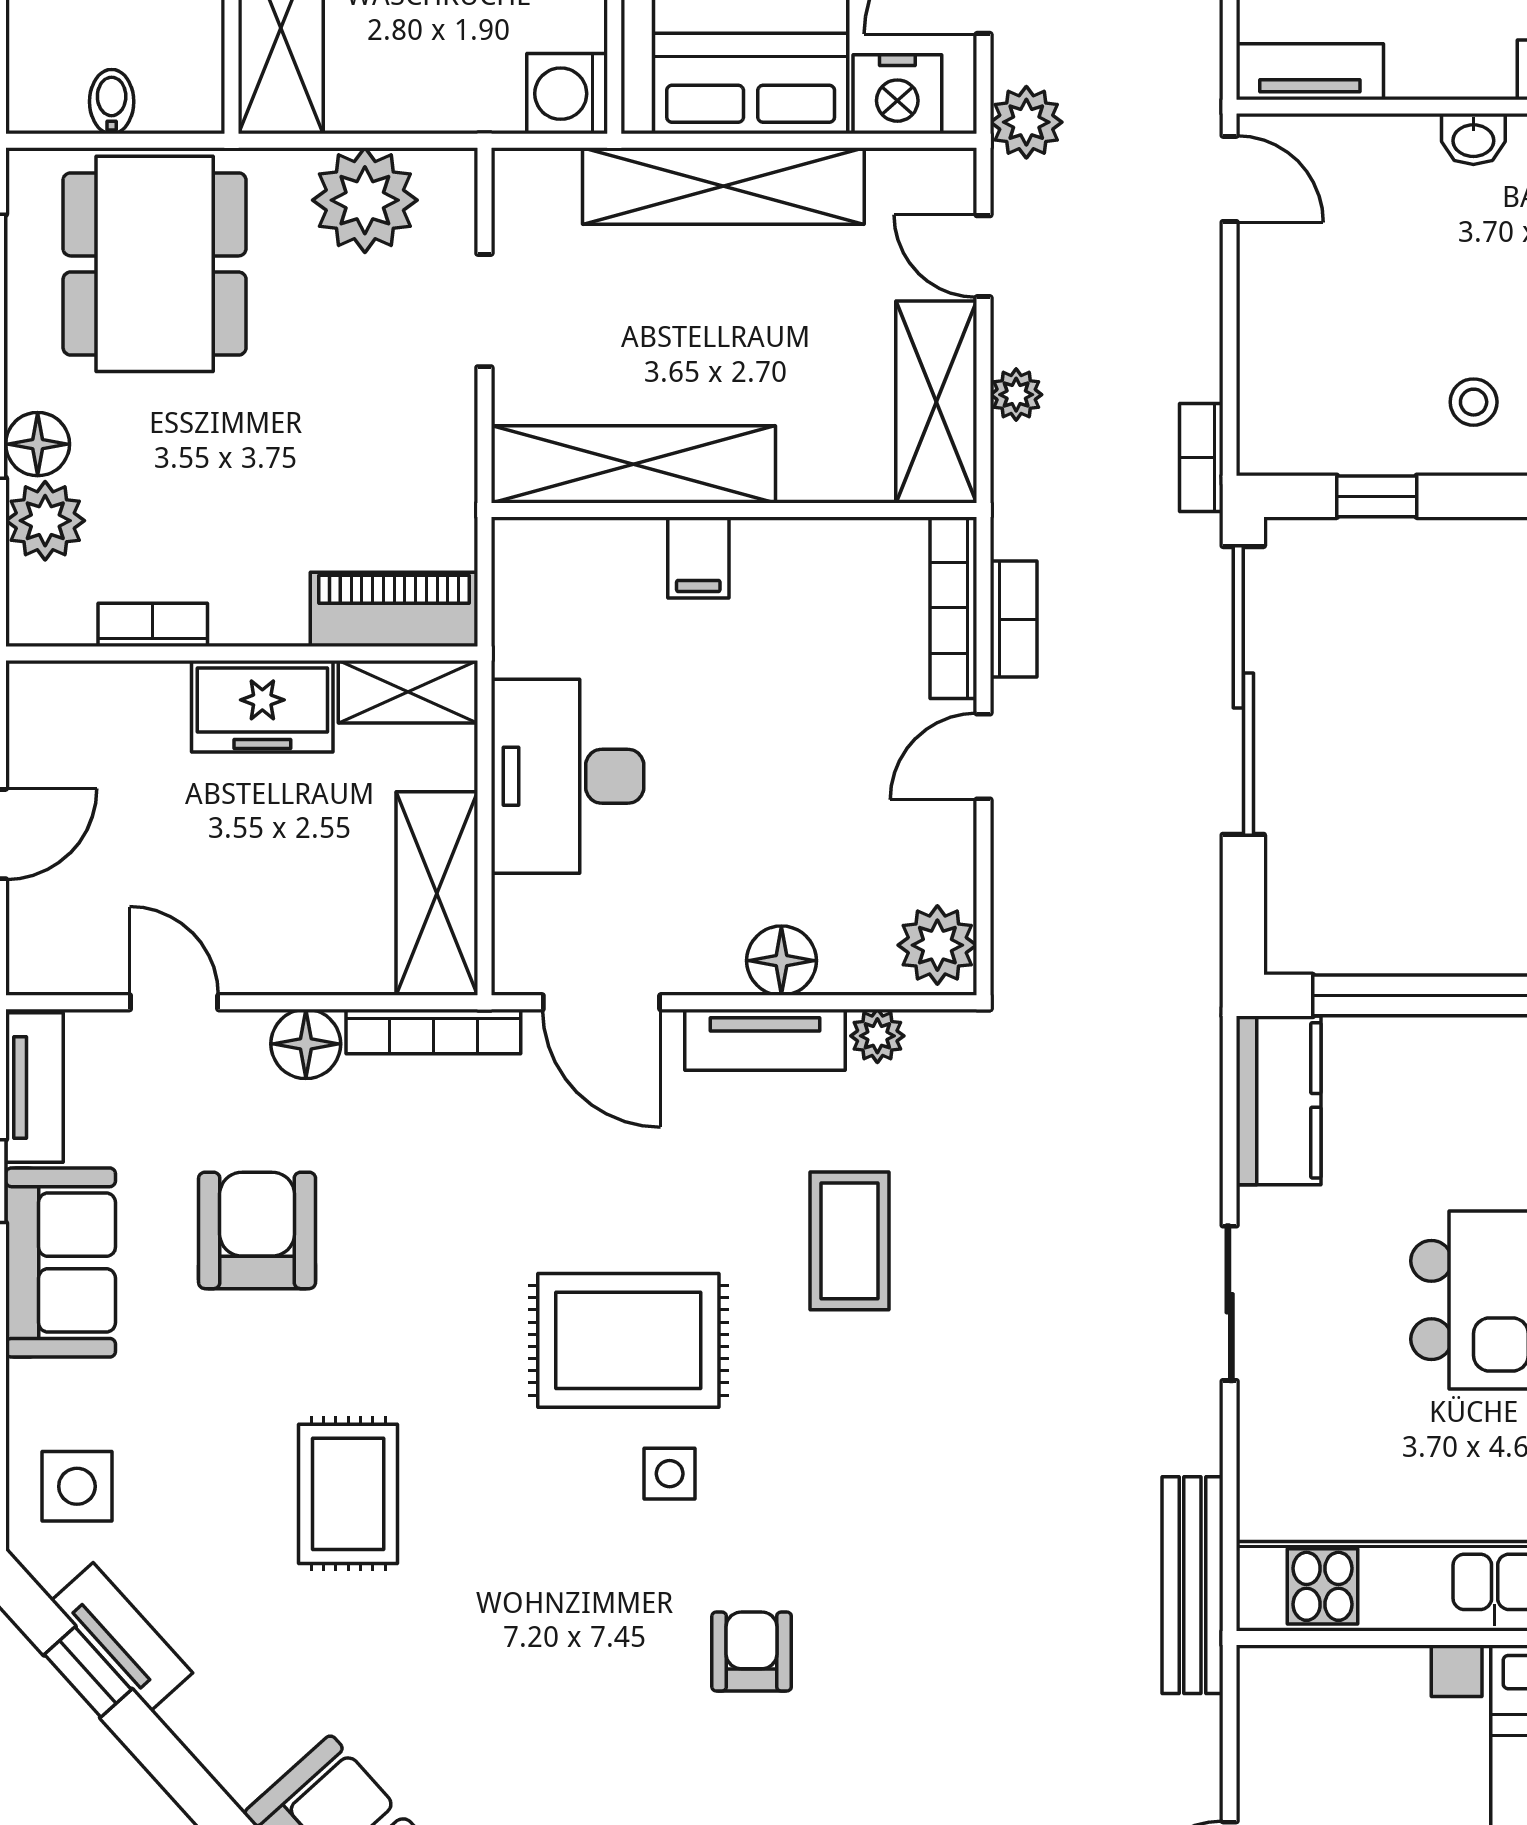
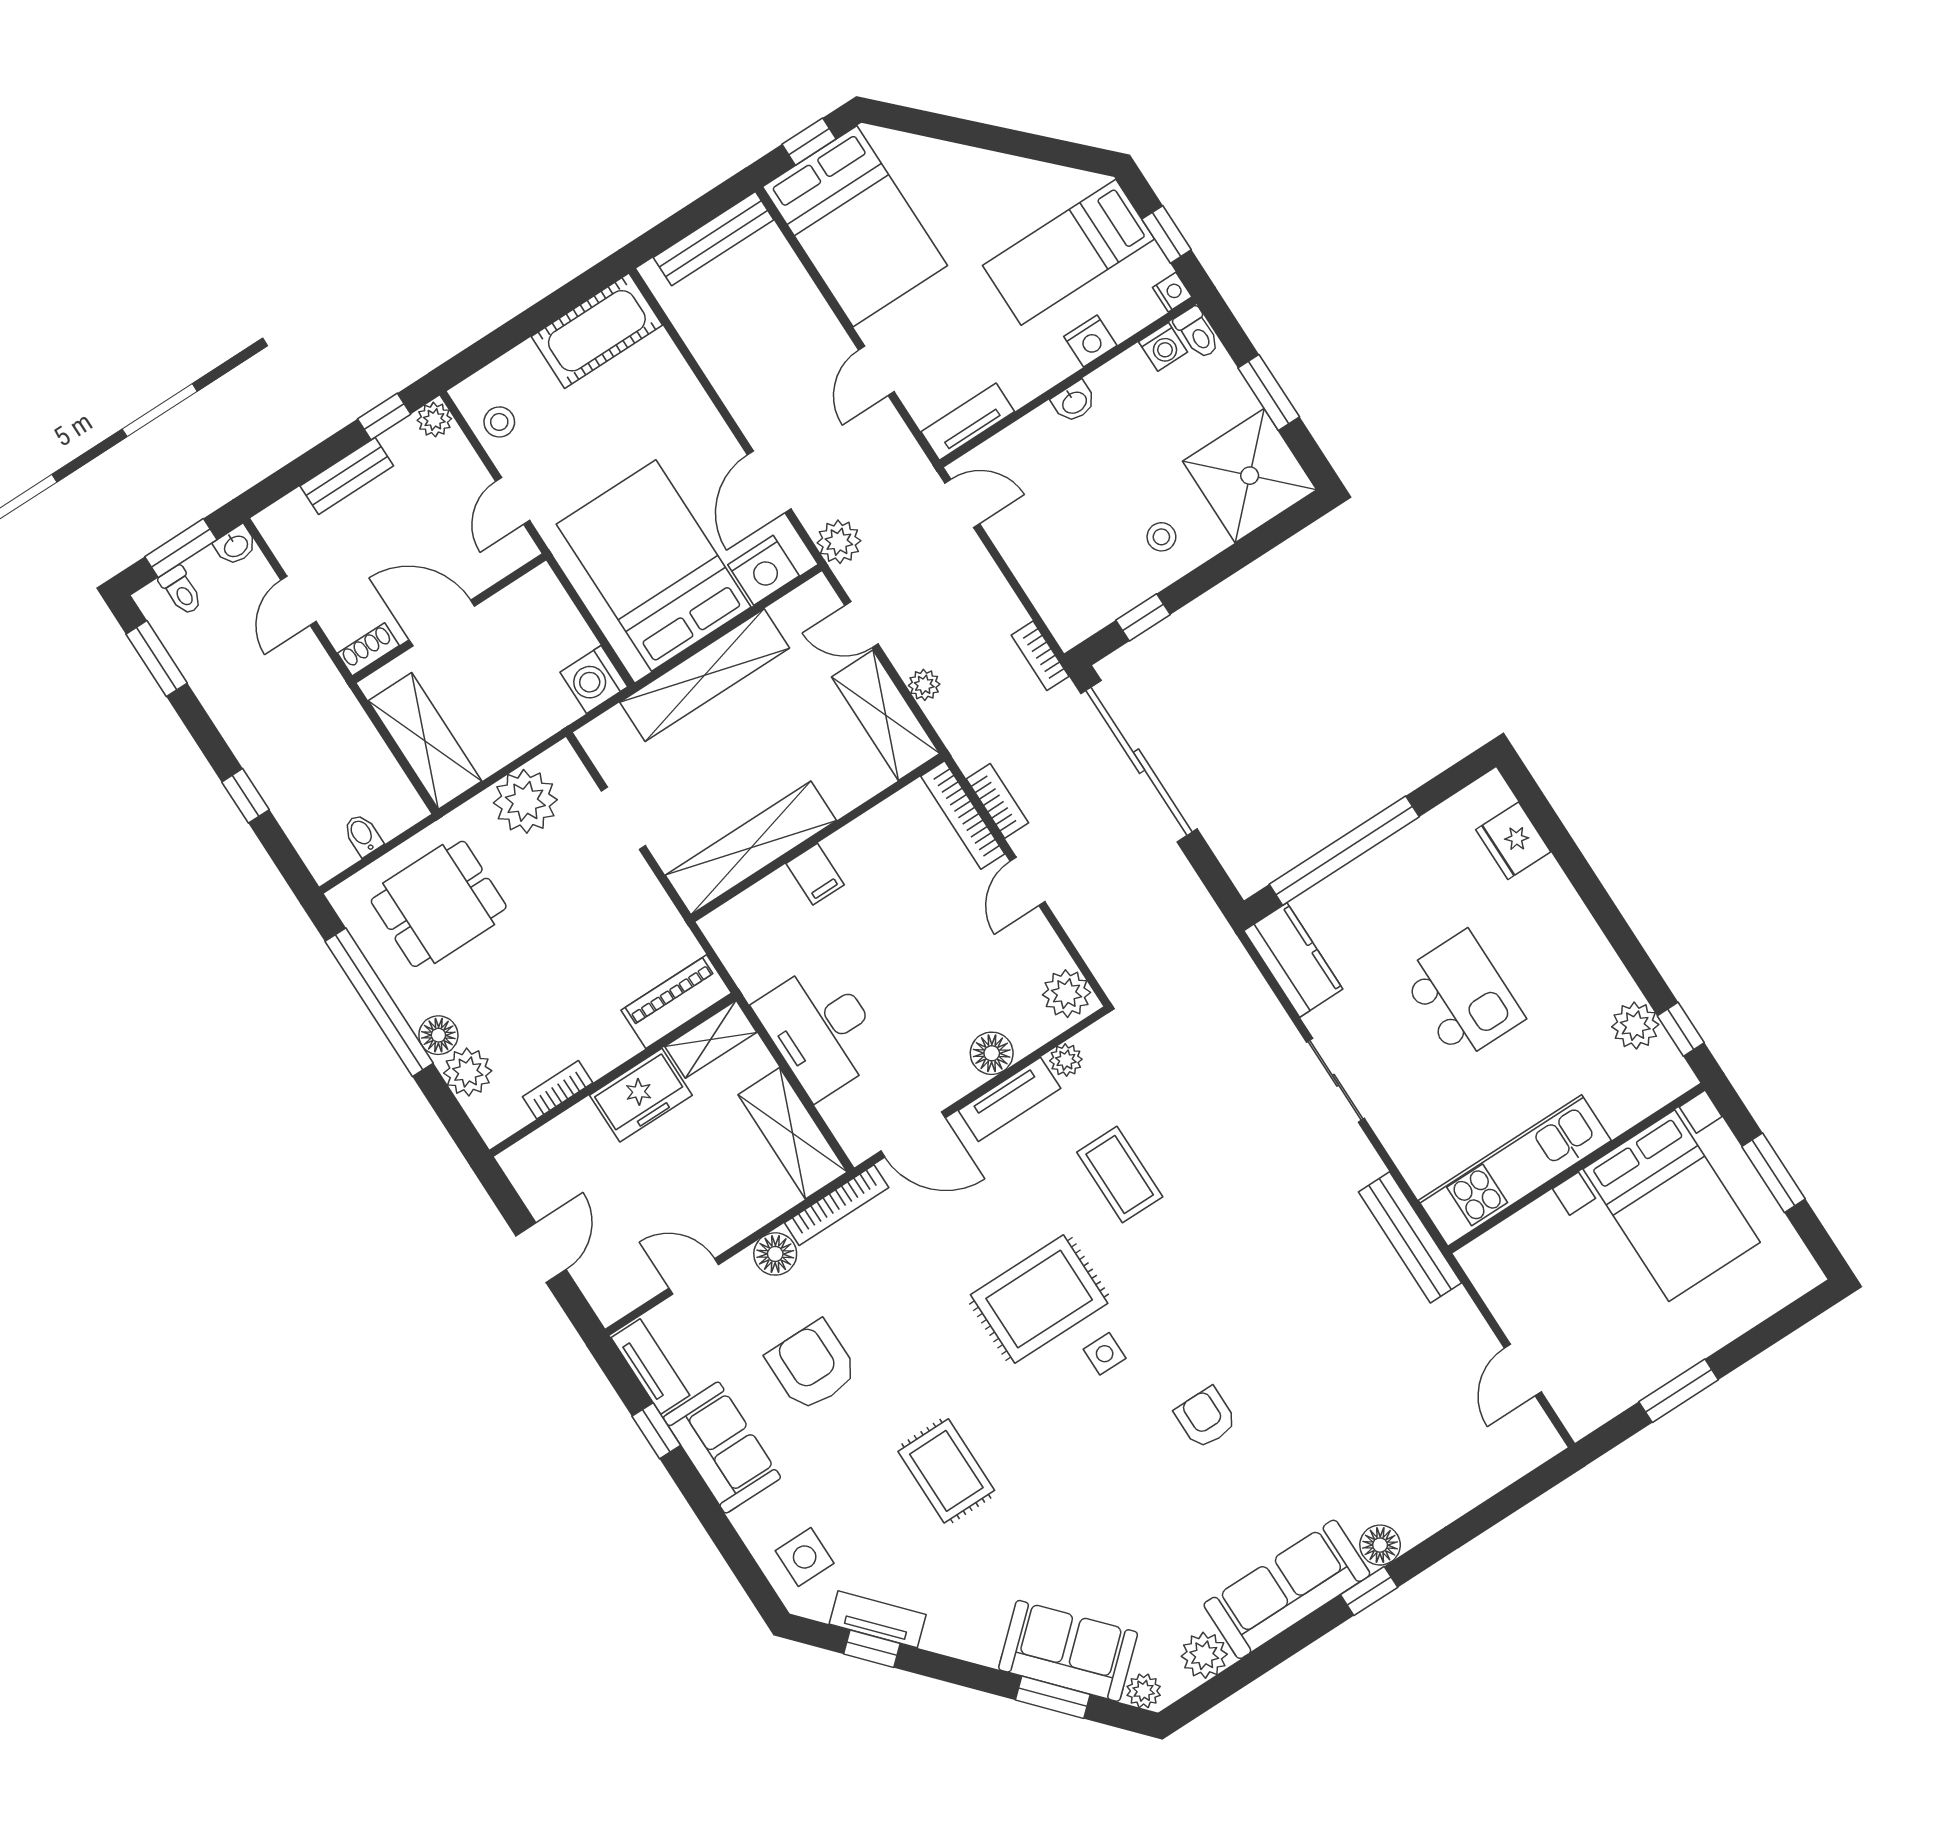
dining table: (155, 264) -> (439, 904), width x0.73

